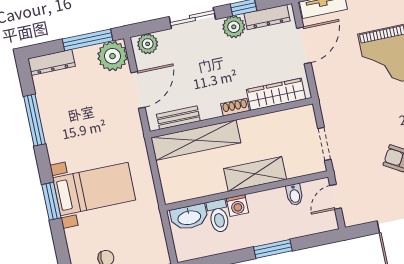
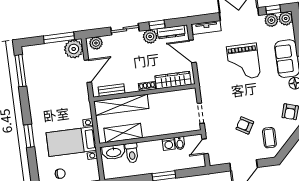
door: (304, 45) -> (193, 51), swing flipped
dresser: (51, 62) -> (36, 50), removed
window: (34, 120) -> (21, 71), moved
shelving: (255, 174) -> (123, 133), moved
bed with nightstands: (94, 189) -> (71, 142), moved, turned 180
washing machine: (237, 206) -> (169, 144), moved

